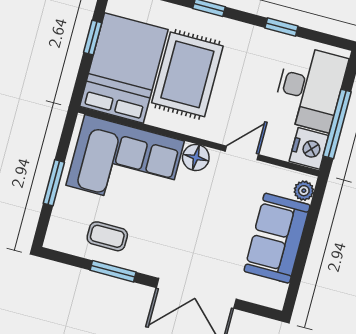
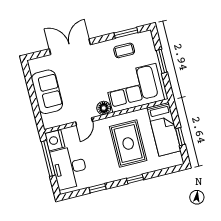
bed: (124, 68) -> (164, 129), width x0.67
plant: (304, 191) -> (47, 120), removed
window: (113, 271) -> (126, 33), moved

